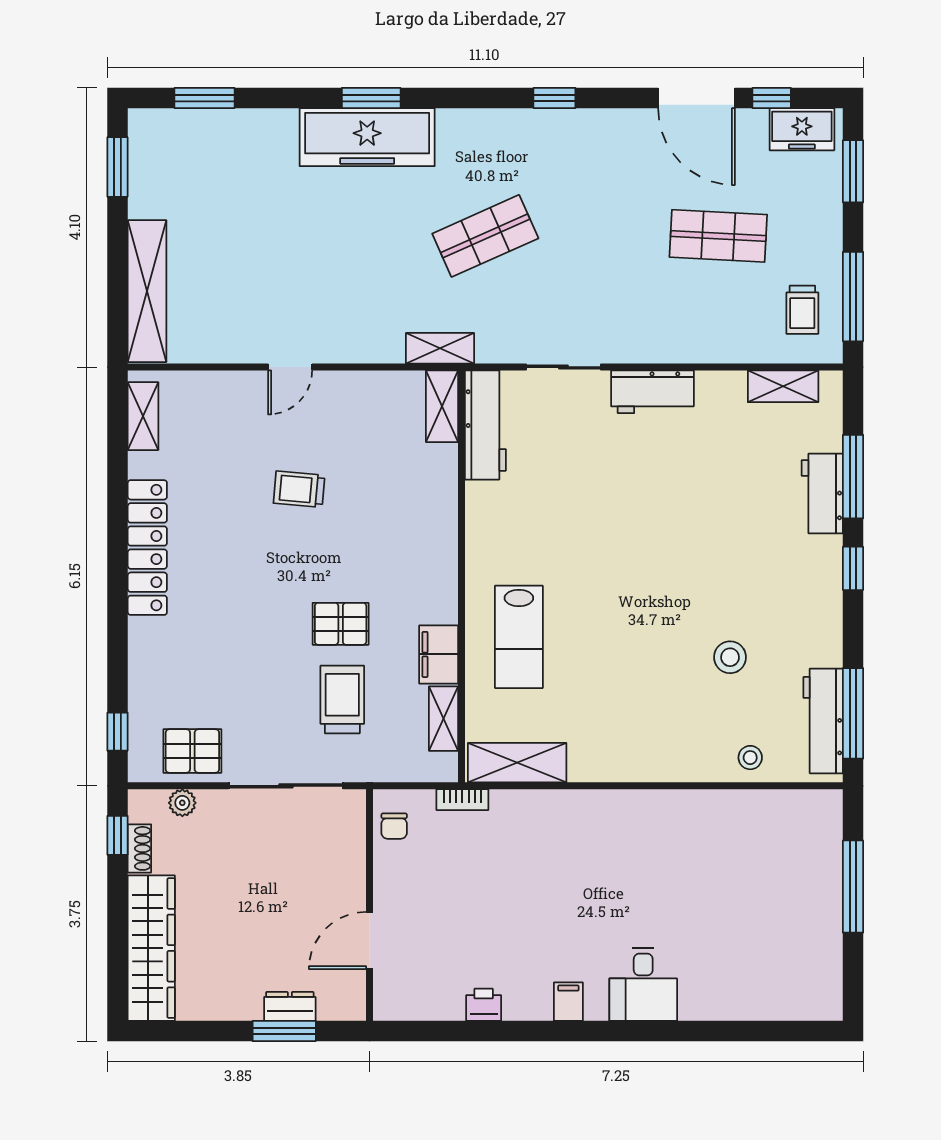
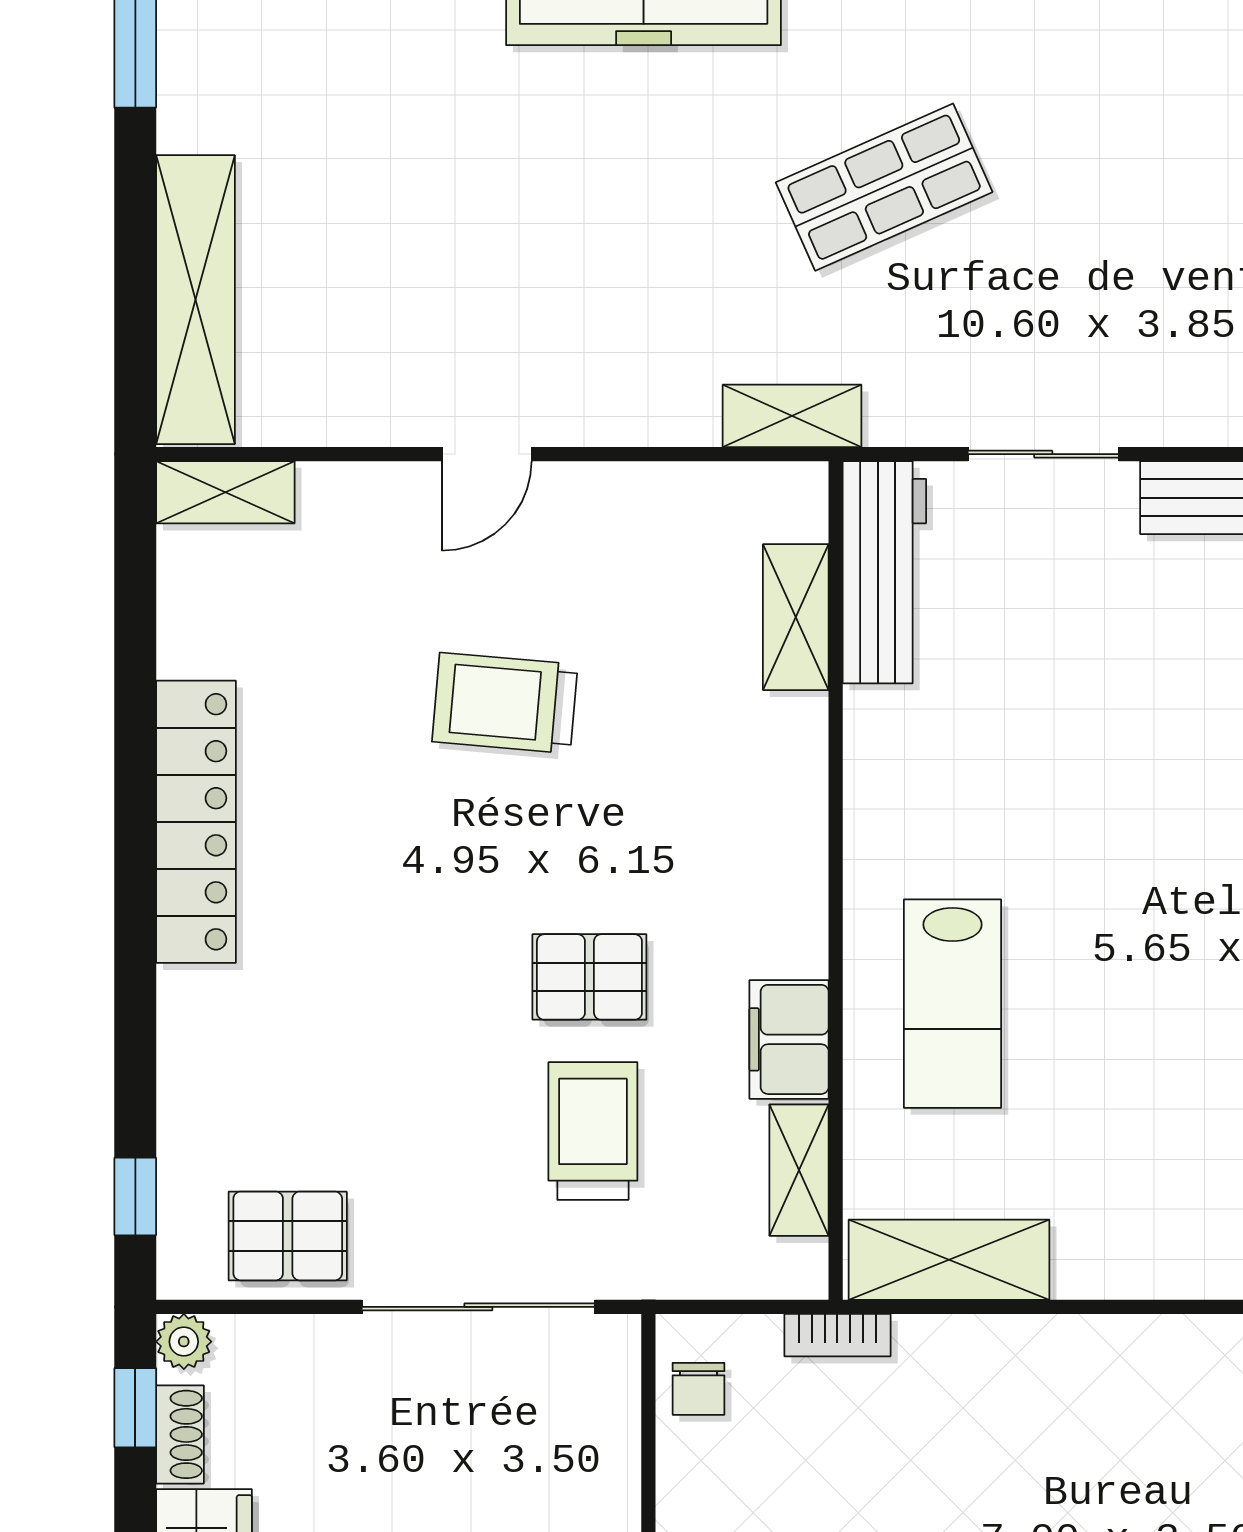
shelving: (442, 406) -> (796, 617), moved
shelving: (143, 416) -> (225, 492), moved, turned 90
trolley: (299, 489) -> (505, 703), width x1.36, depth x1.39
plant: (182, 803) -> (184, 1342), moved

